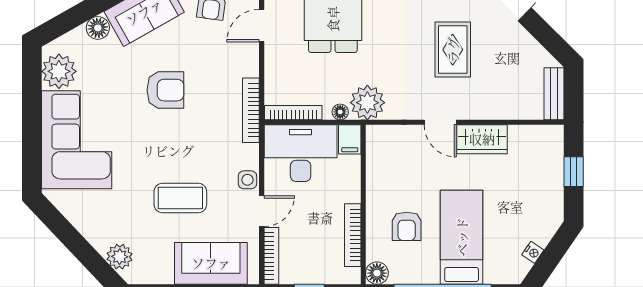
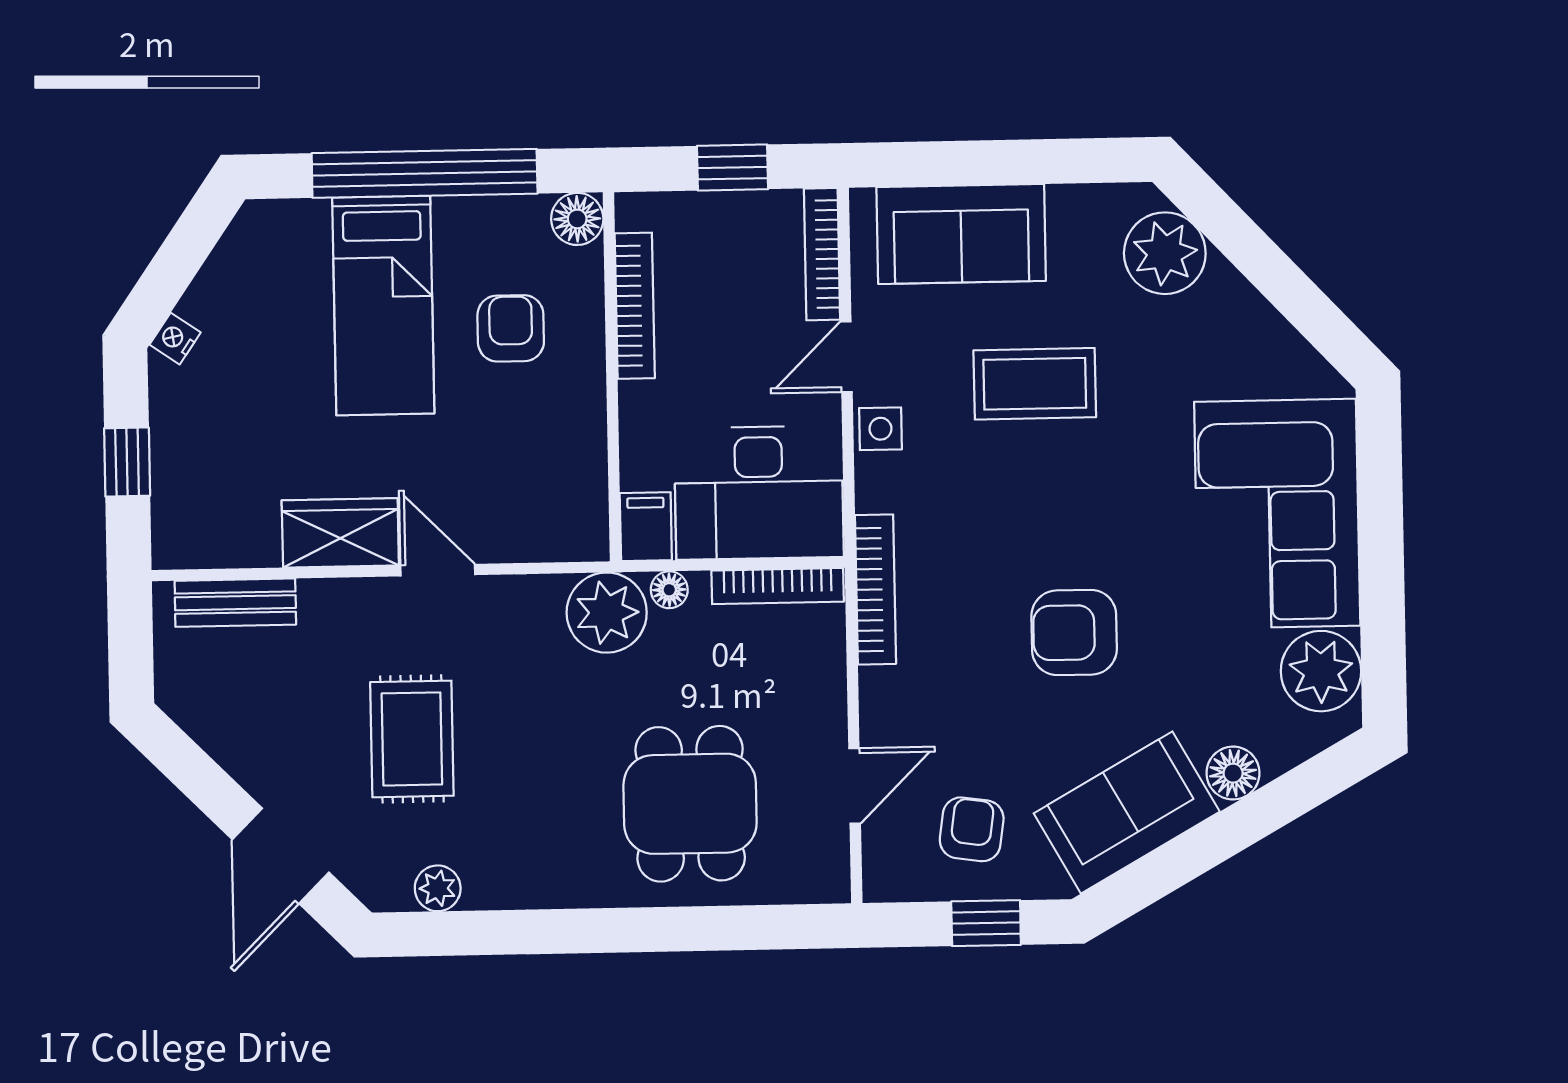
bench: (554, 94) -> (235, 603), moved, turned 90
nightstand: (533, 252) -> (175, 339), moved
plant: (120, 257) -> (1165, 253), width x1.36, depth x1.36

